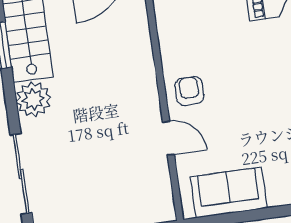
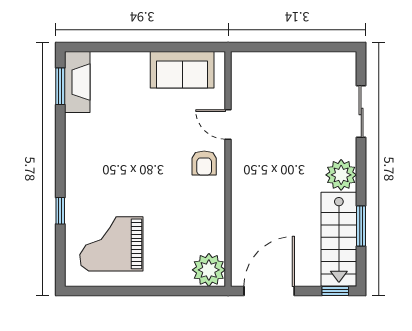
sliding door: (21, 174) -> (361, 112), width x0.73

